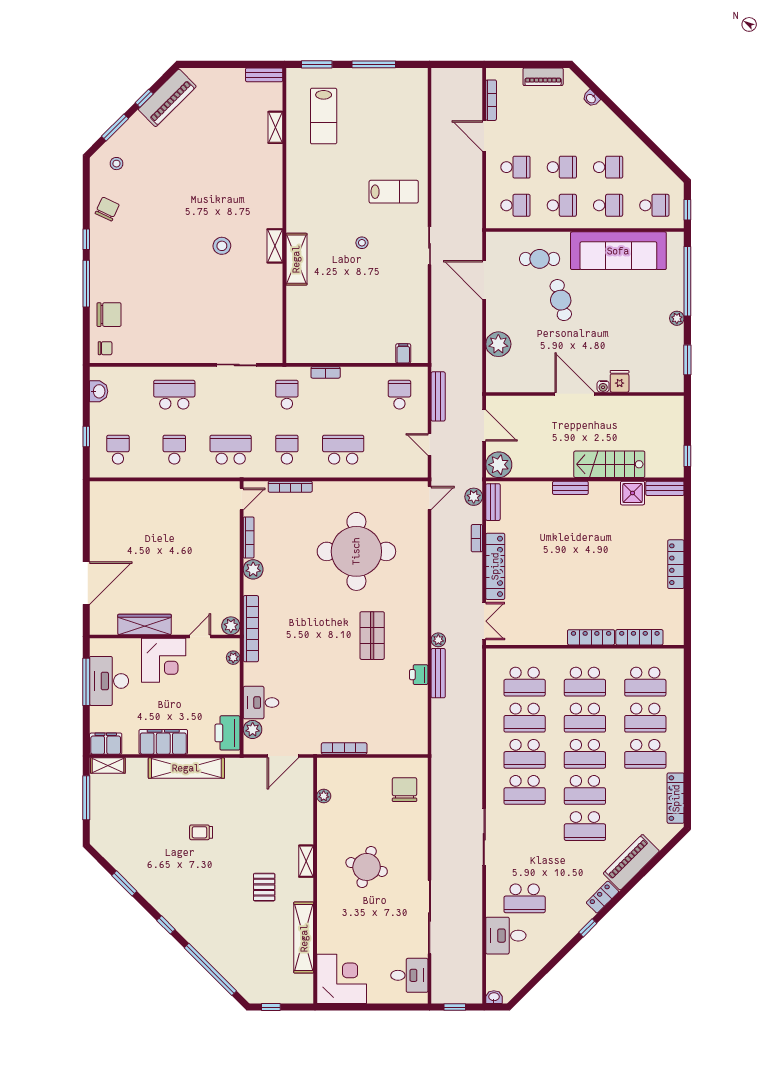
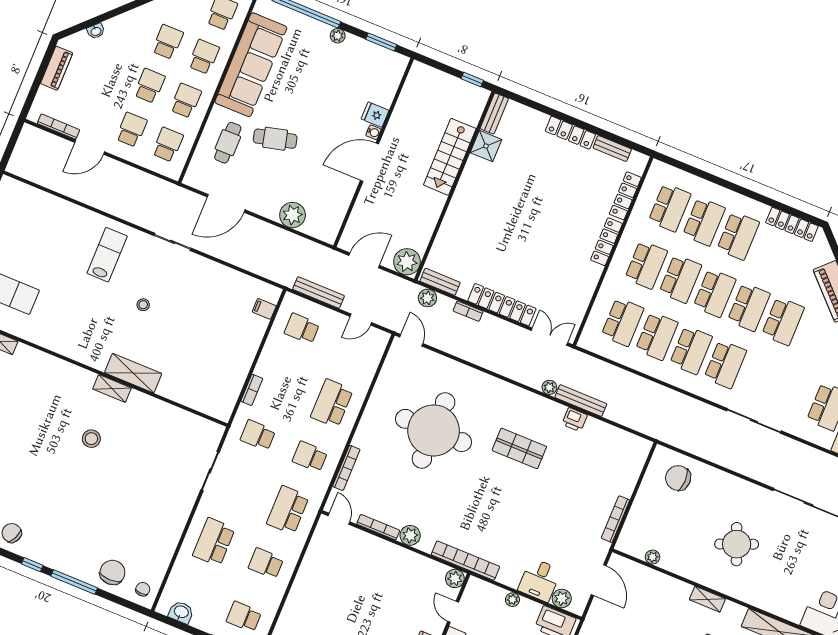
bench: (570, 488) -> (612, 149), moved, turned 90
plant: (233, 658) -> (512, 600), moved
round table: (367, 867) -> (737, 544), turned -38

